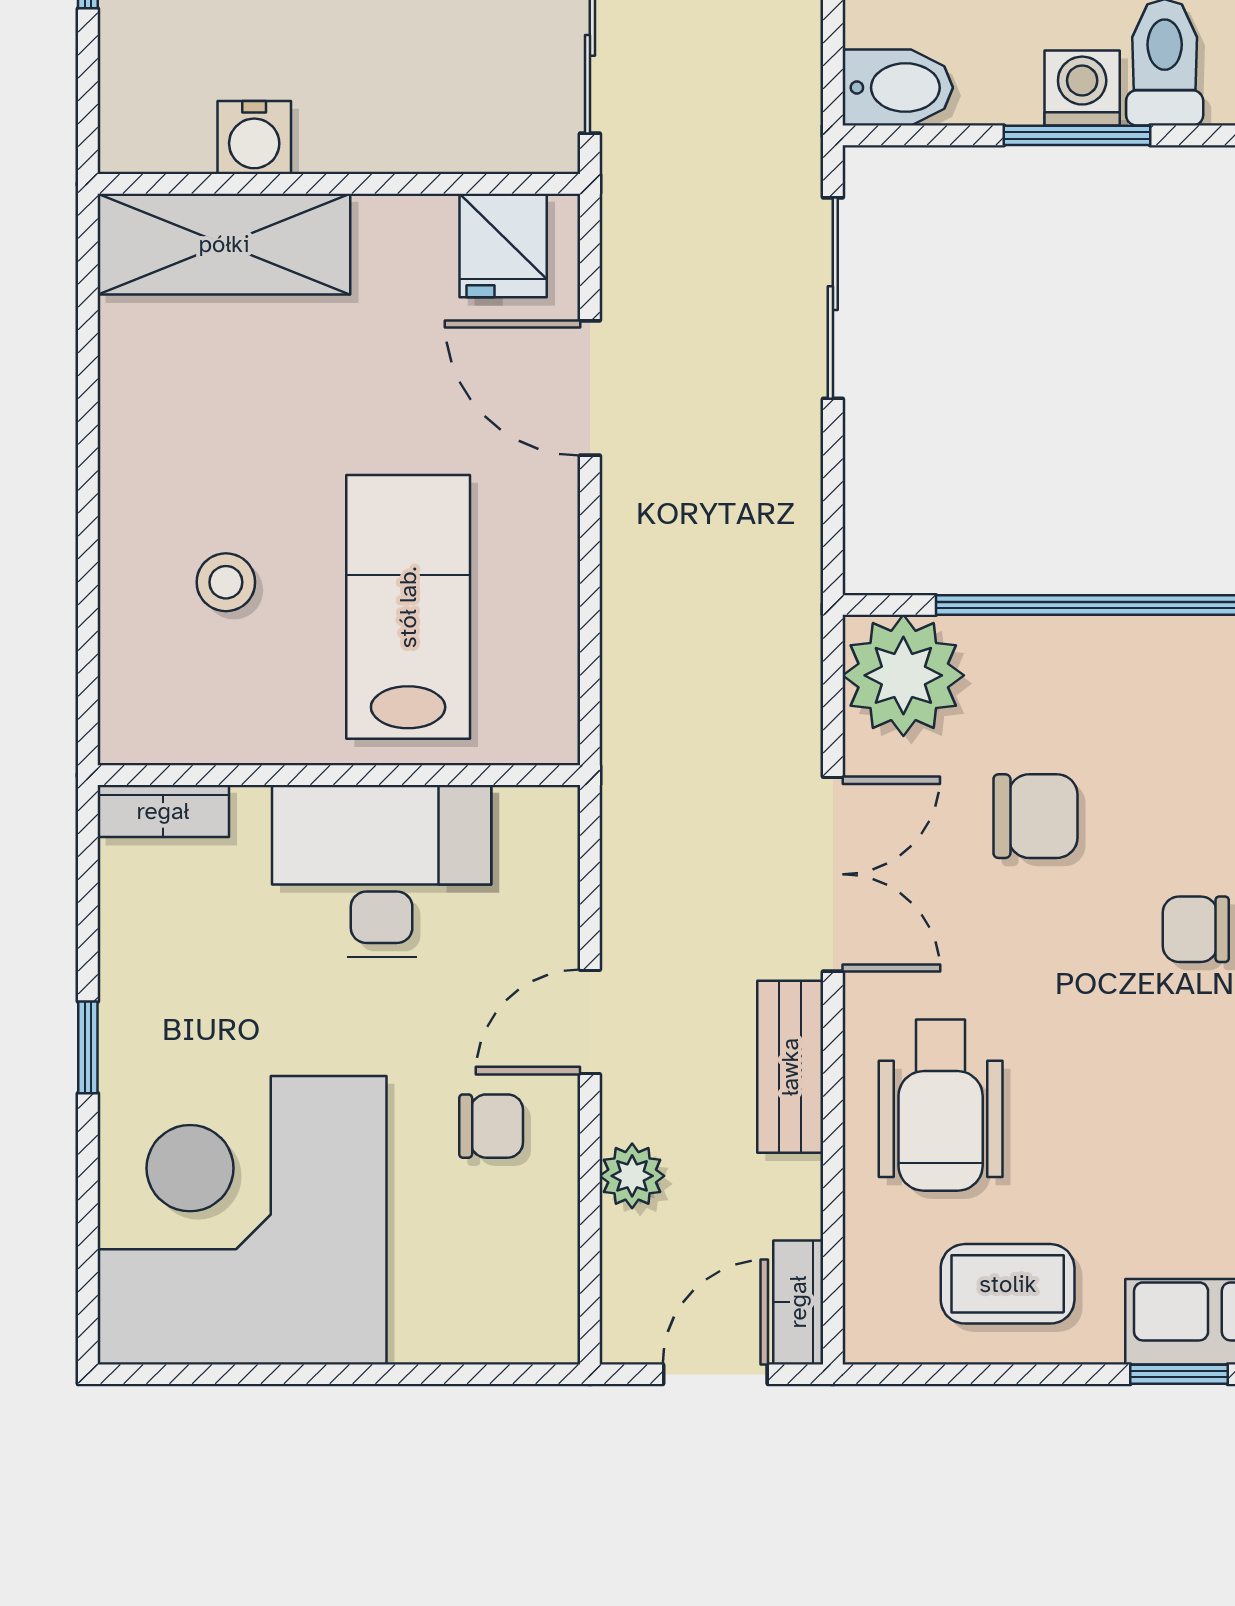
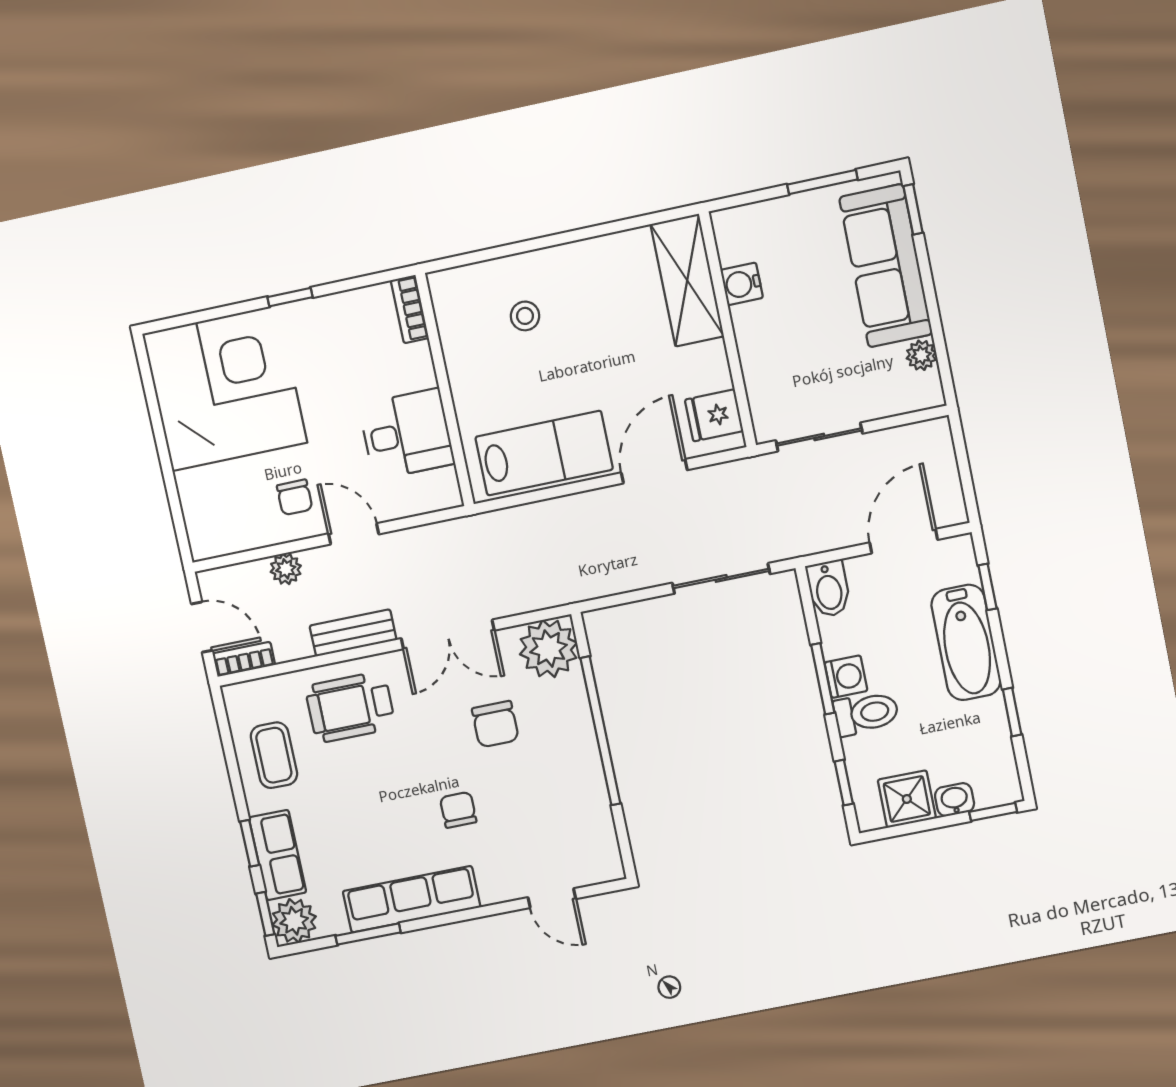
lab bench: (408, 607) -> (544, 453), moved
desk: (382, 871) -> (407, 434), width x0.73

